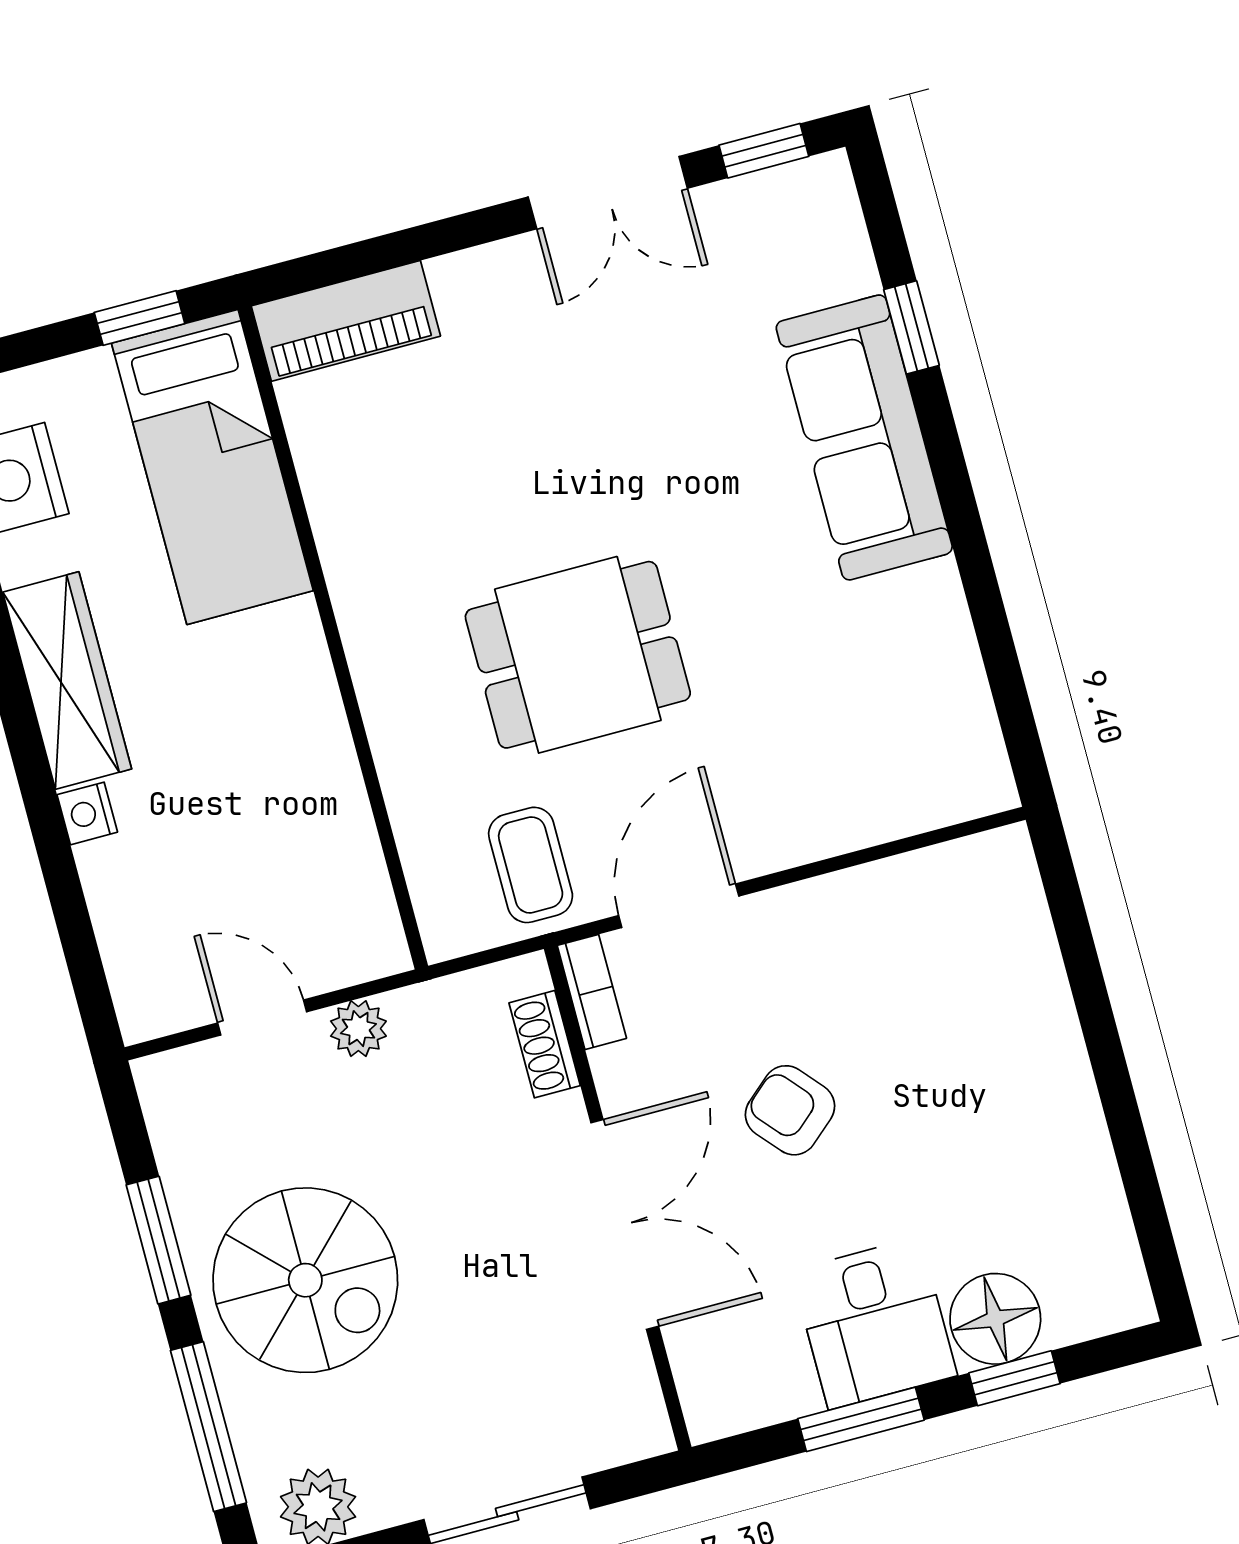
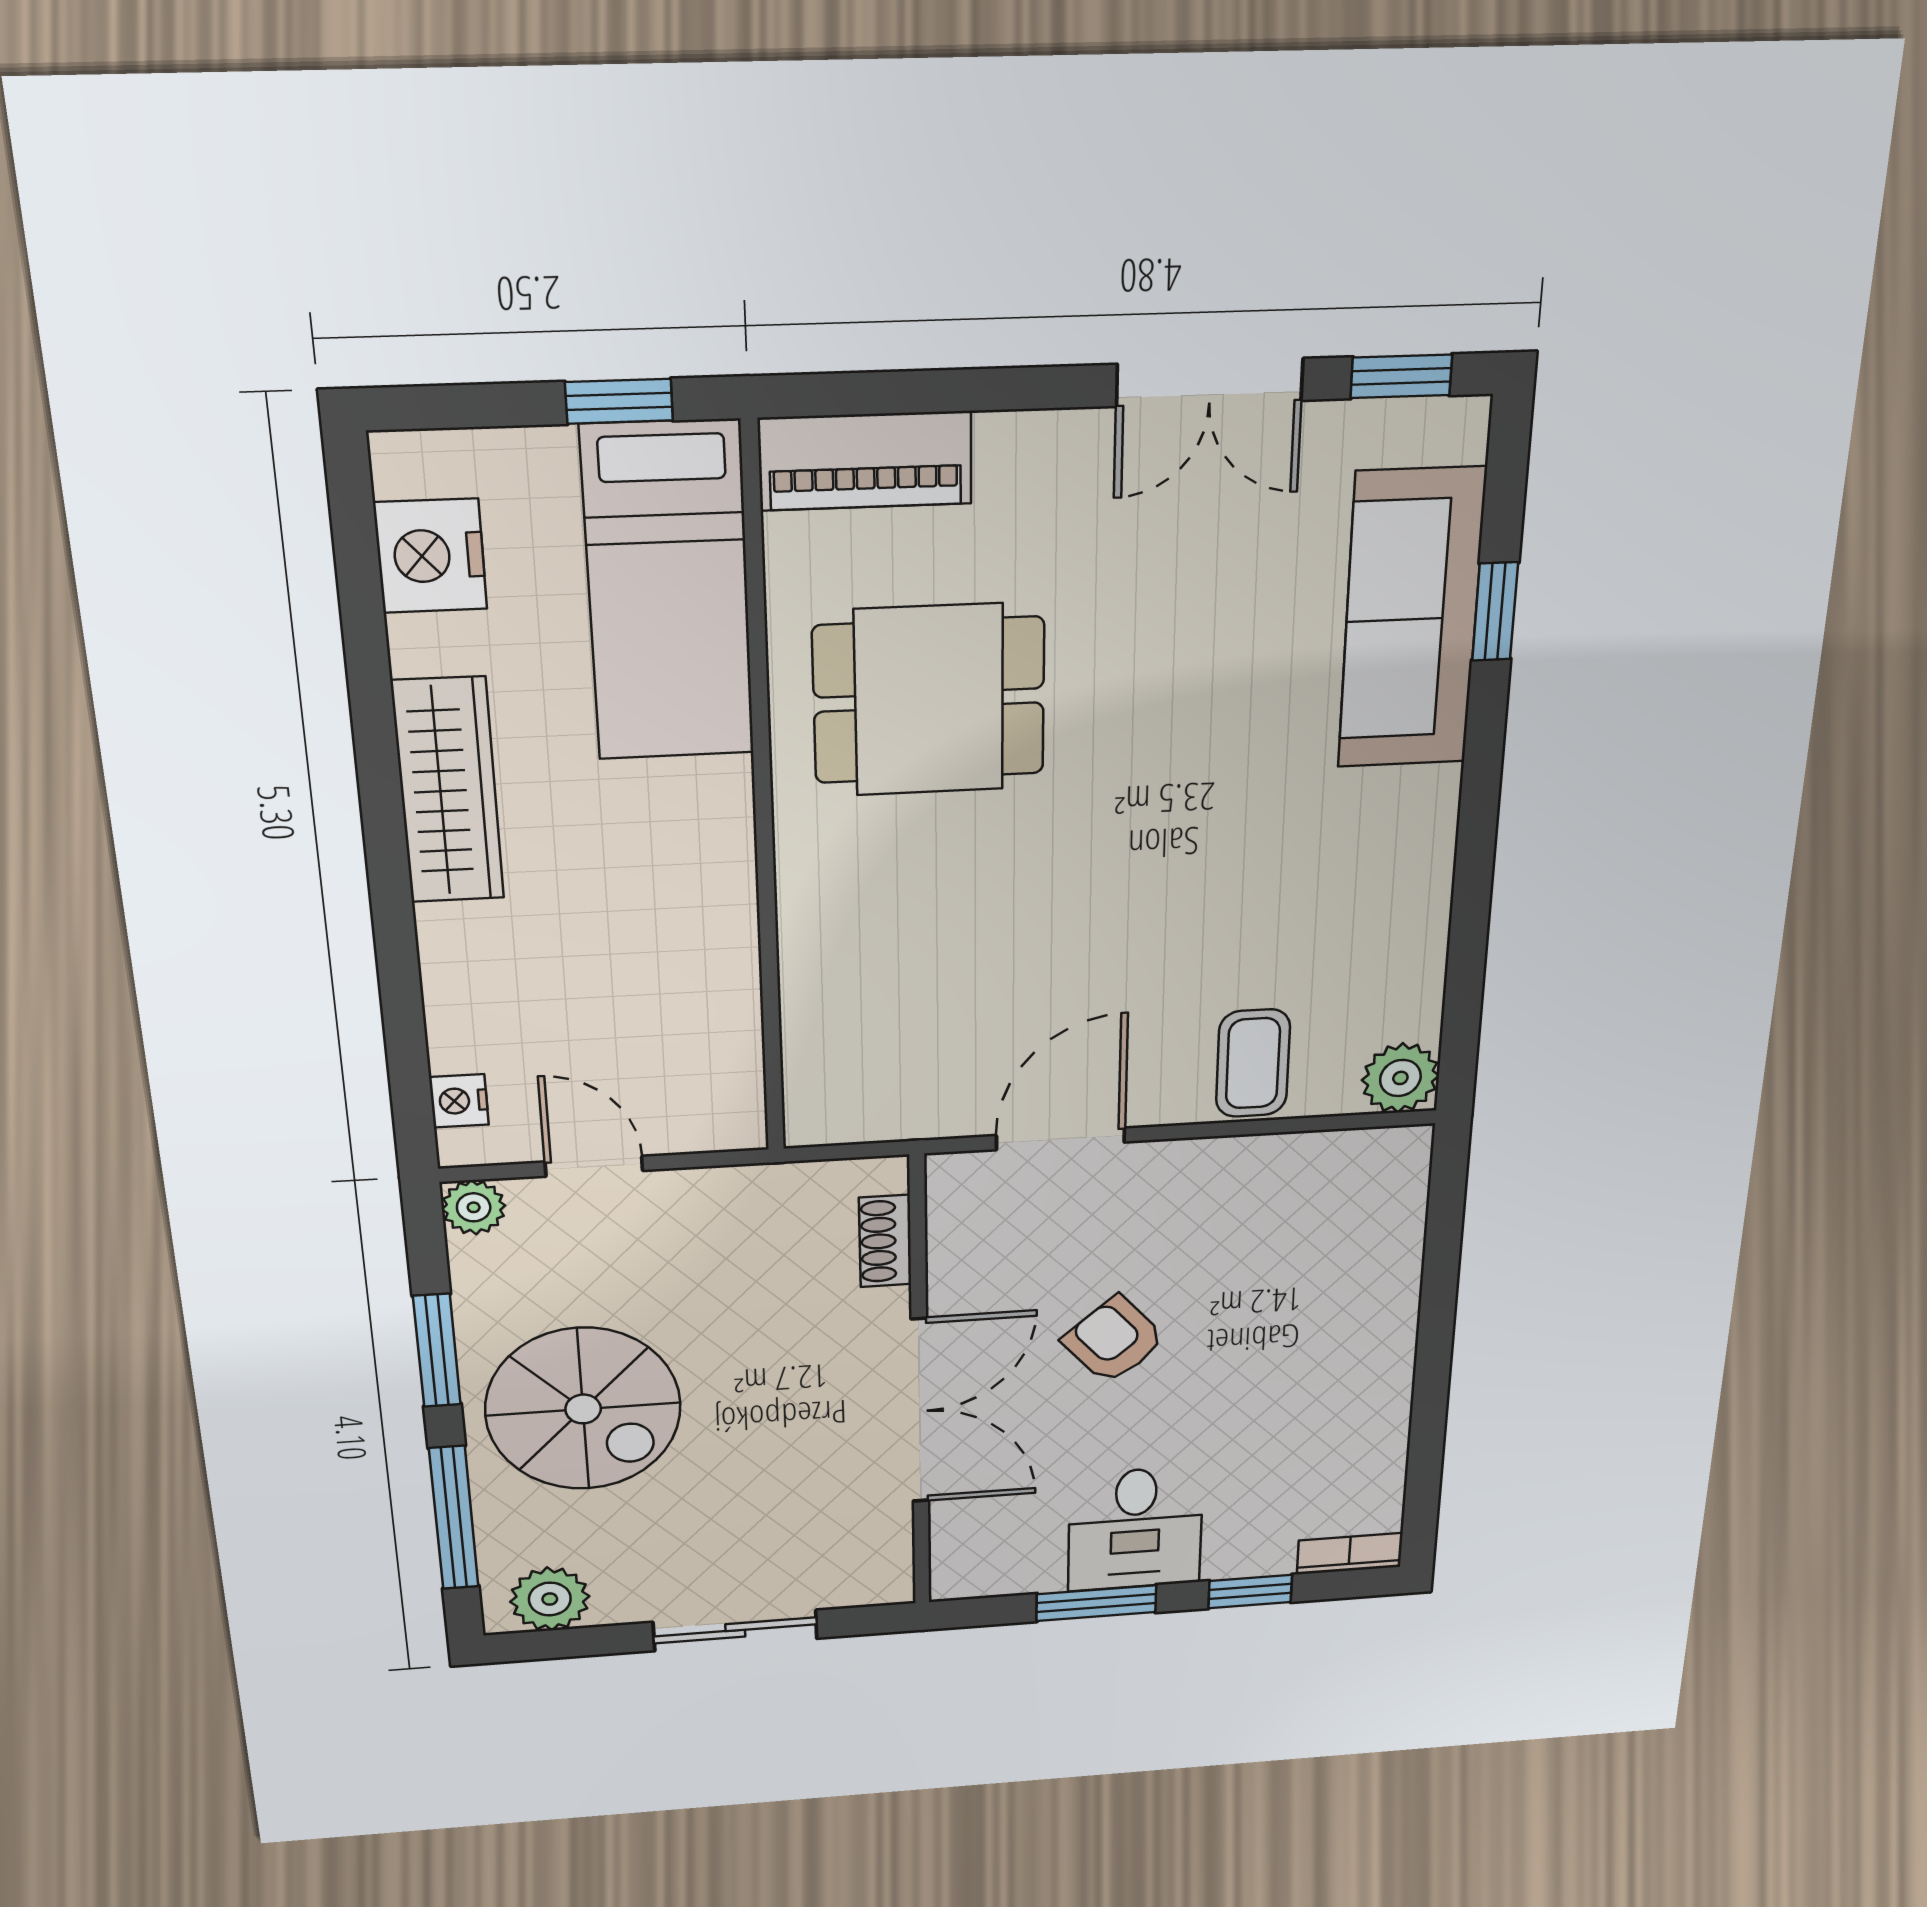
sofa: (864, 437) -> (1411, 619), moved
dining table: (578, 655) -> (929, 700), moved
plant: (977, 781) -> (1400, 1078), added
nightstand: (87, 813) -> (459, 1101), moved
coffee table: (531, 865) -> (1253, 1063), moved
bookcase: (592, 992) -> (1350, 1554), moved, turned -90
plant: (358, 1029) -> (474, 1207), moved
floor lamp: (995, 1319) -> (1250, 1542), removed

